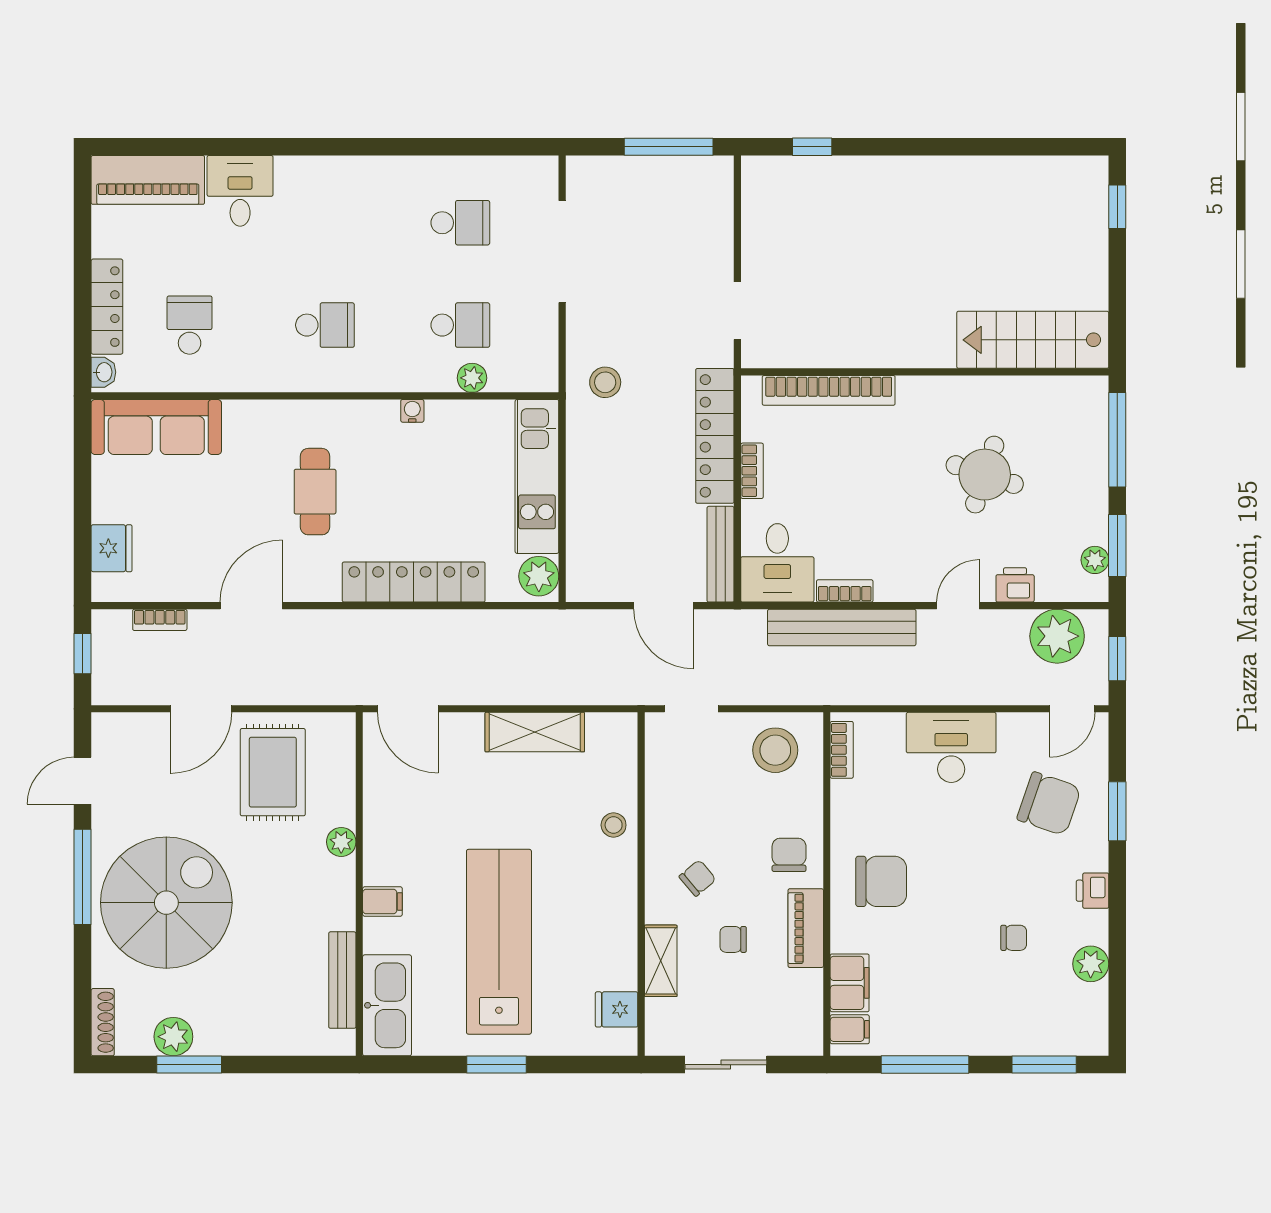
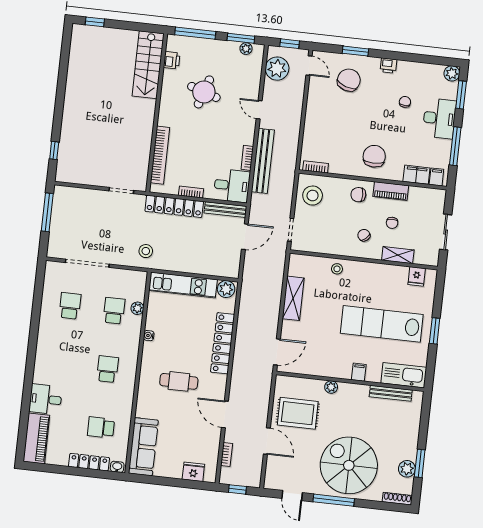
printer: (1015, 585) -> (172, 60), moved, turned 180
desk: (951, 747) -> (439, 118), moved, turned 180
plant: (1091, 964) -> (452, 73), moved

